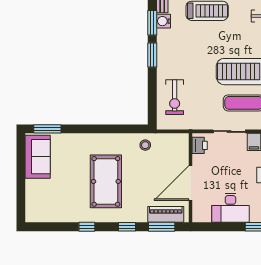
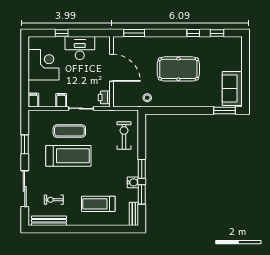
water cooler: (163, 21) -> (133, 182), moved
pool table: (106, 181) -> (178, 69), turned 90
door: (191, 183) -> (111, 68), hinge flipped
piano: (166, 214) -> (131, 43), removed
window: (127, 227) -> (217, 33), moved

